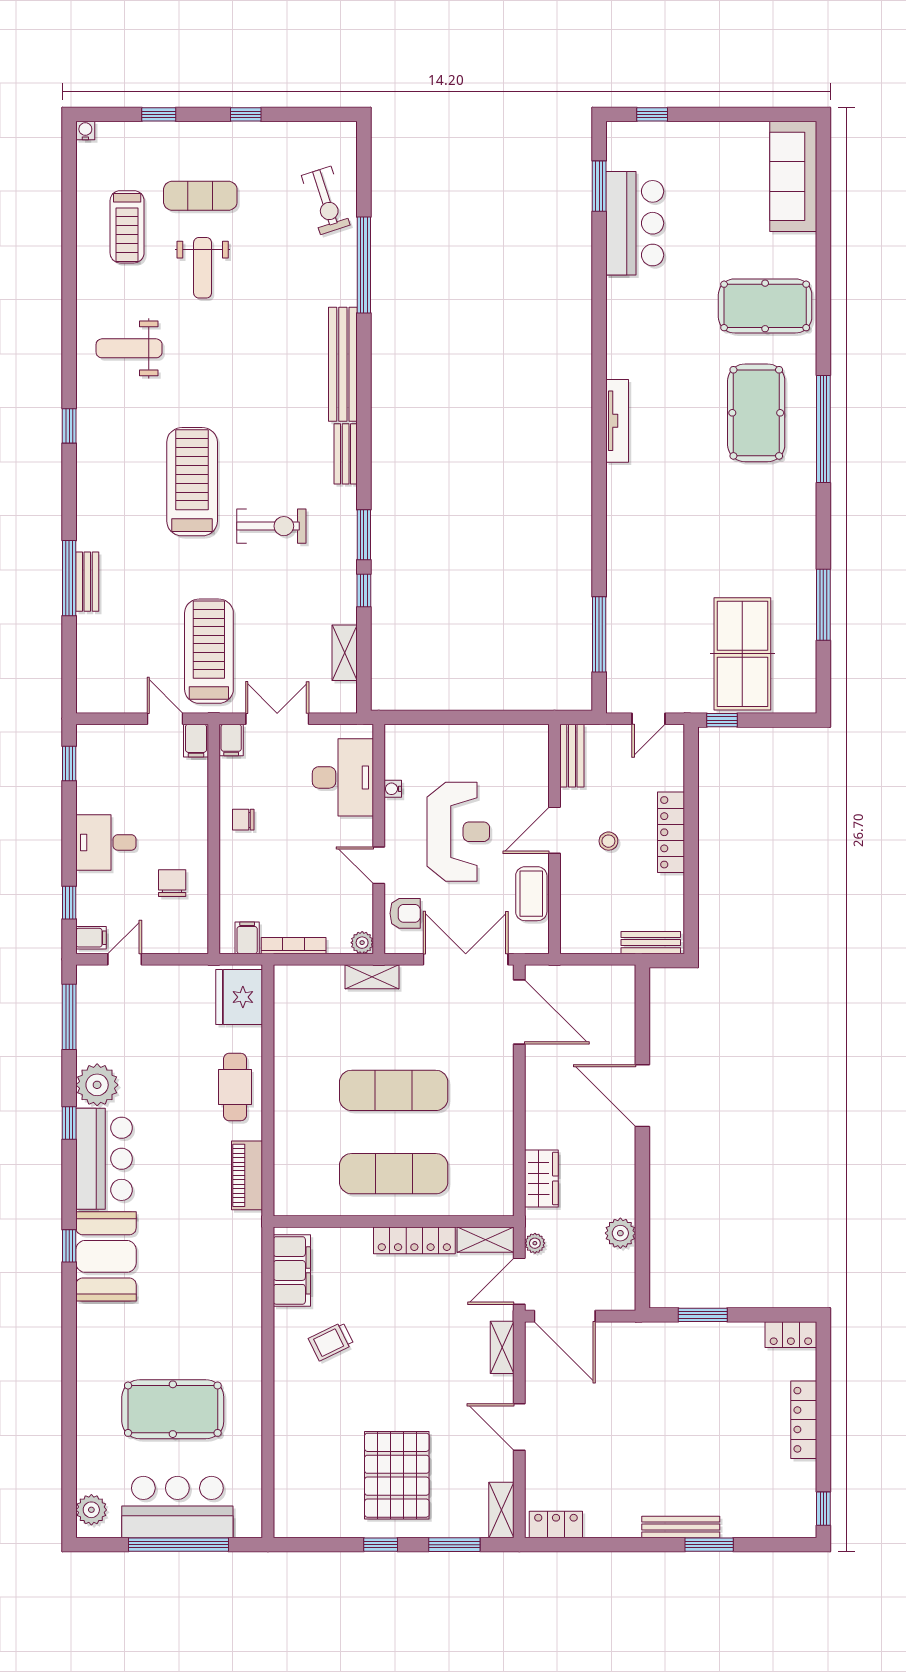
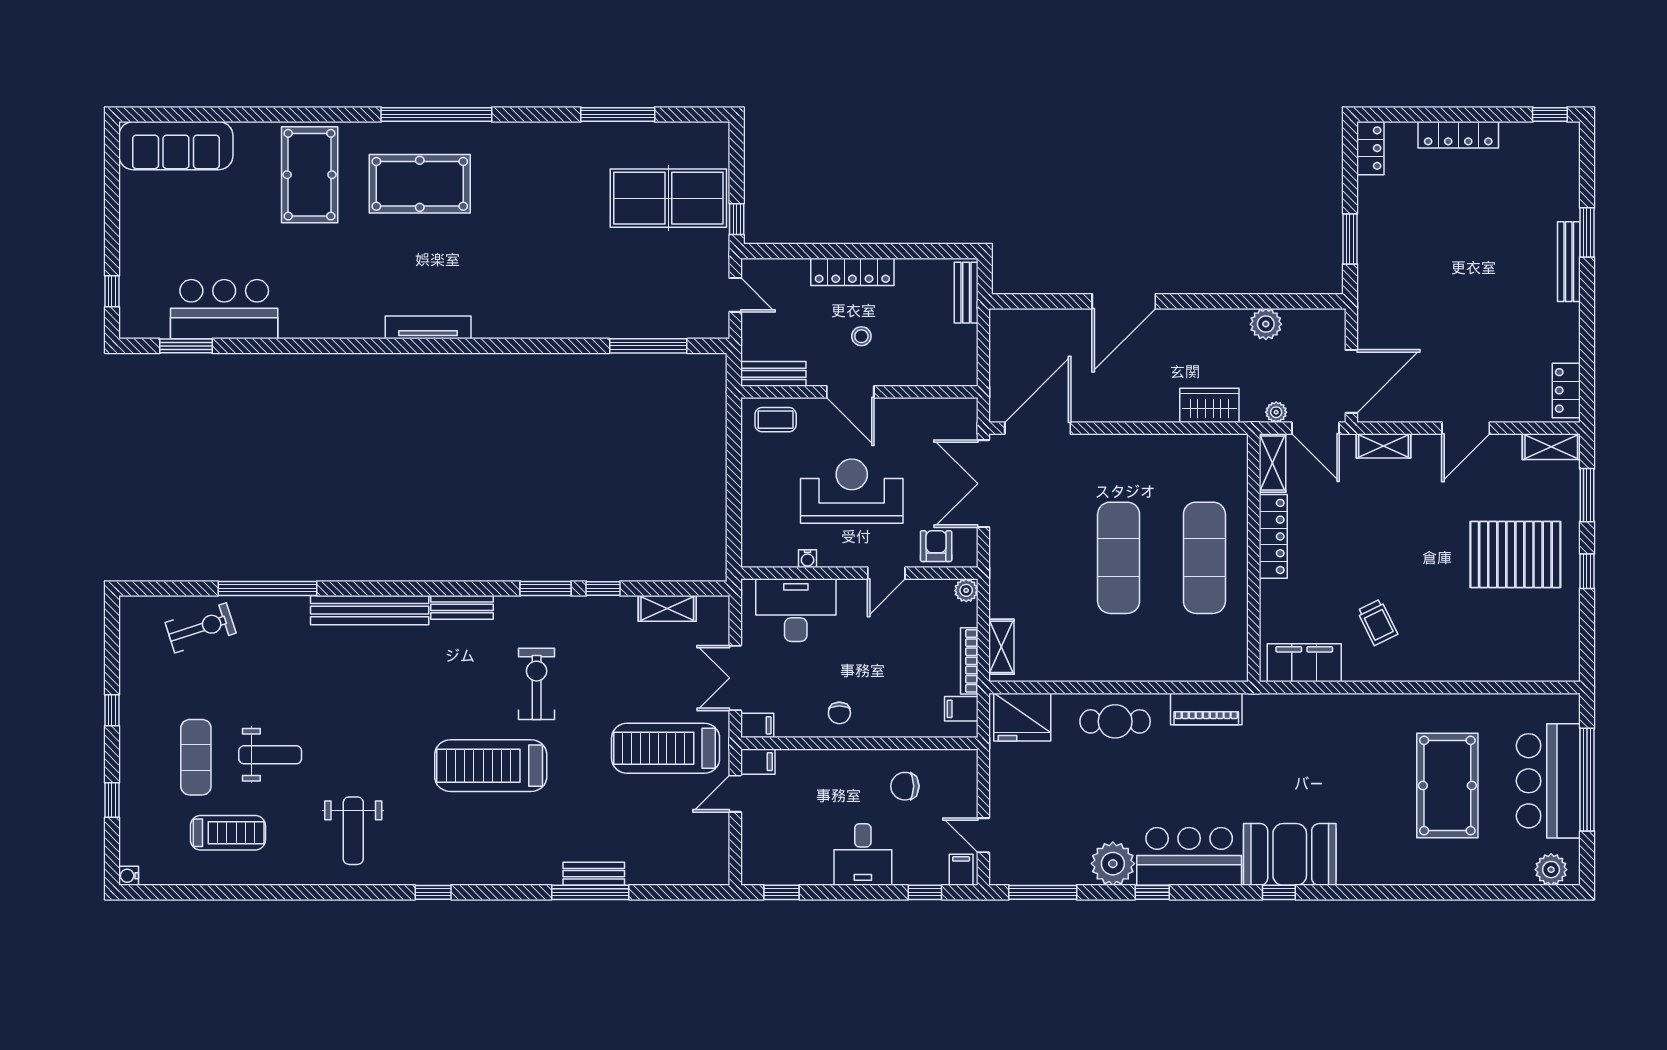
coffee table: (531, 894) -> (776, 420), moved, width x0.73, depth x0.77
shelving: (372, 977) -> (1001, 647), moved

